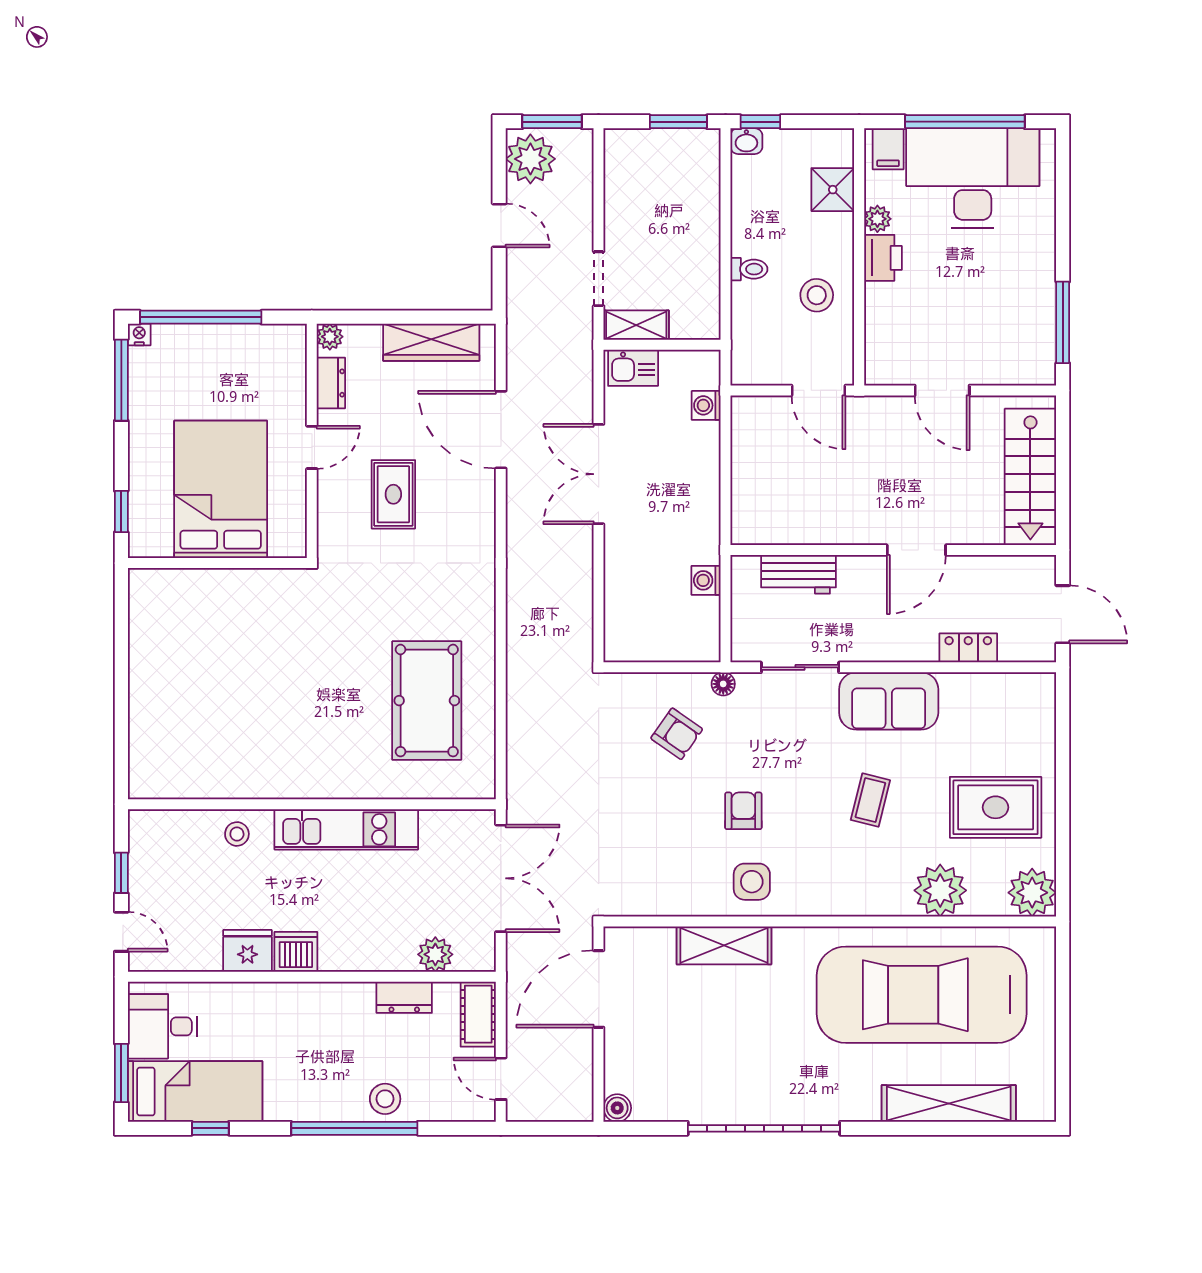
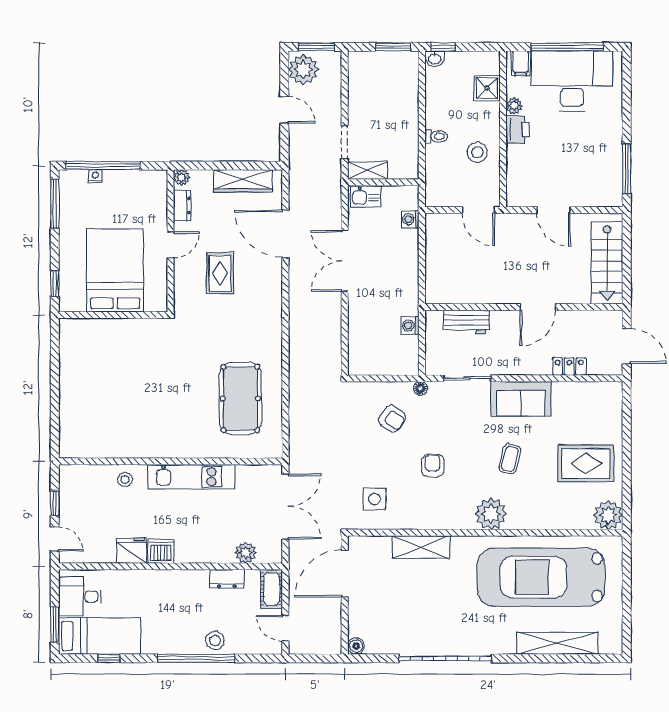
nightstand: (139, 334) -> (95, 176), moved
side table: (752, 882) -> (374, 499), moved
plant: (940, 890) -> (491, 514), moved

